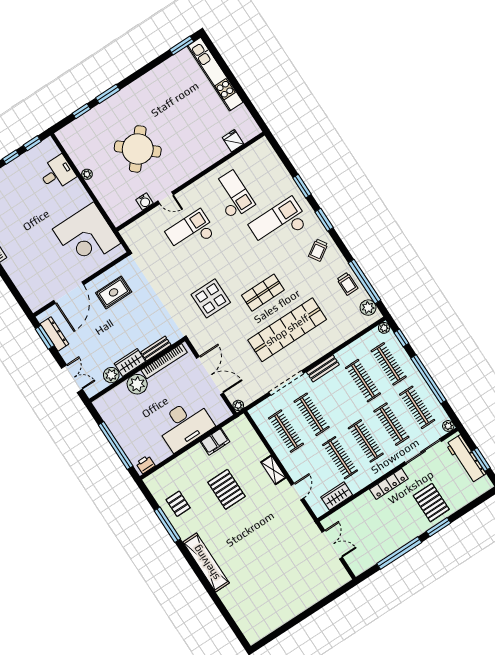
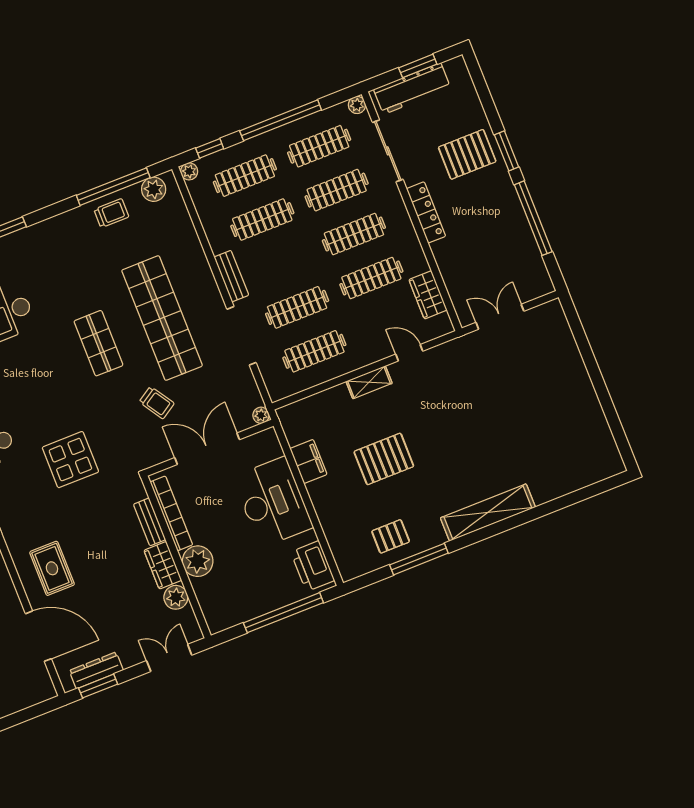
trolley: (318, 250) -> (157, 403), moved
display table: (211, 298) -> (70, 460), moved
printer: (145, 464) -> (313, 566), width x1.87, depth x1.48

